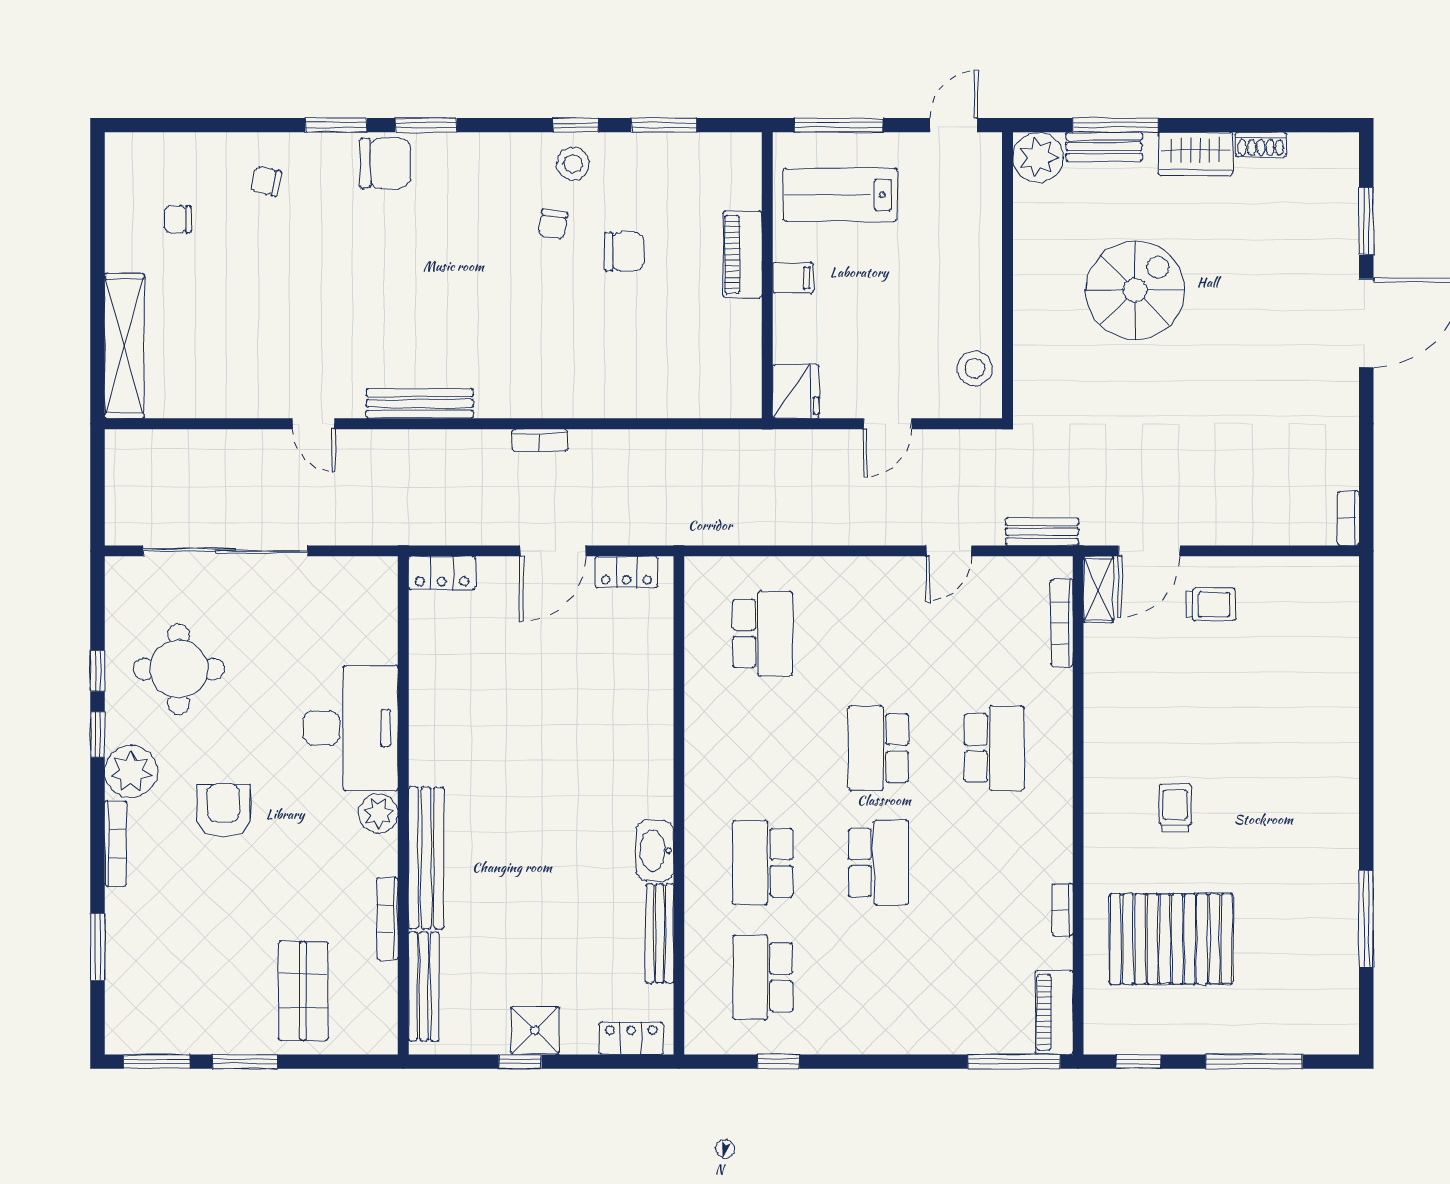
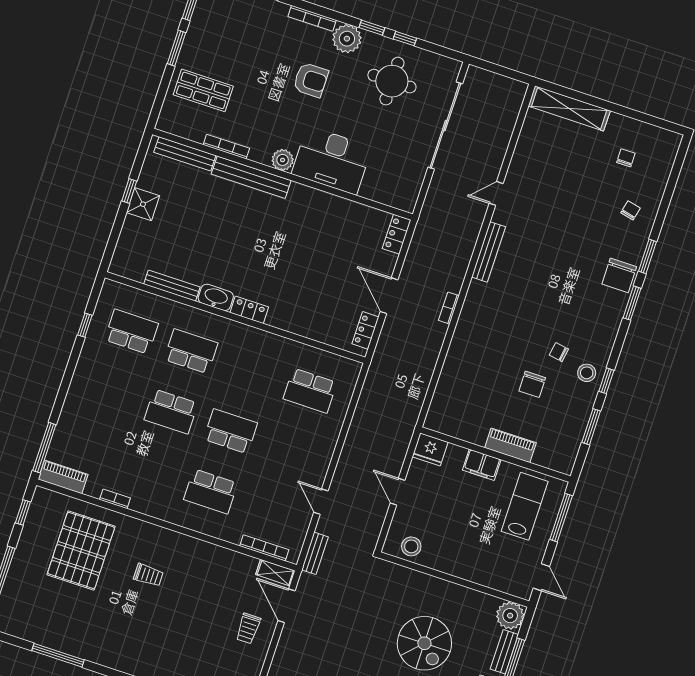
filing cabinet: (793, 278) -> (482, 465), width x2.00
locker: (631, 1038) -> (249, 310), moved, turned -90

